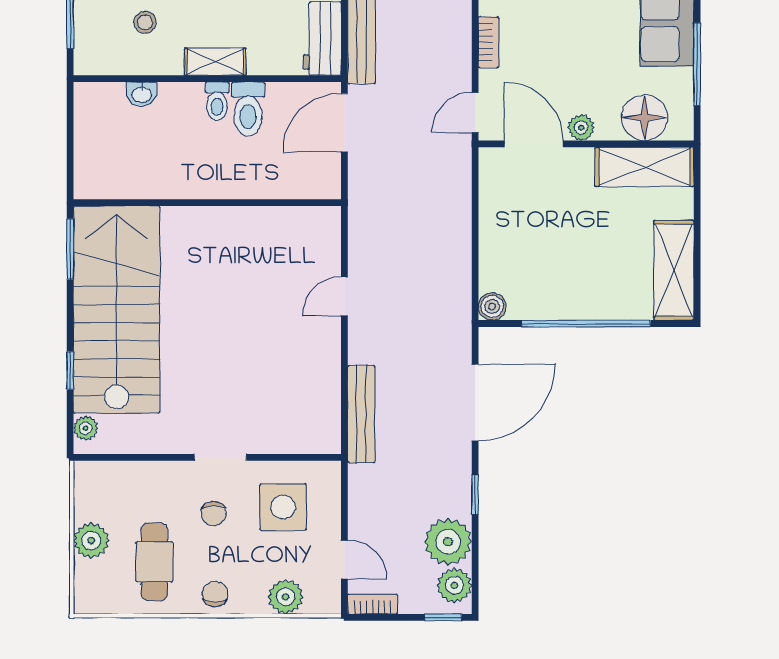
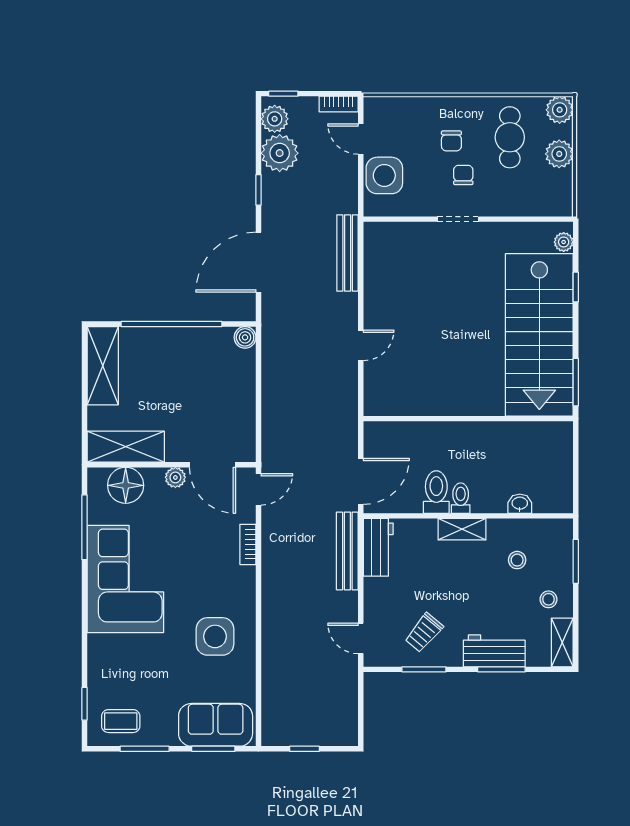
side table: (283, 507) -> (384, 175), moved
chair: (215, 594) -> (451, 141), moved
plant: (286, 597) -> (560, 110), moved

